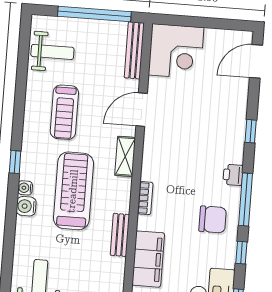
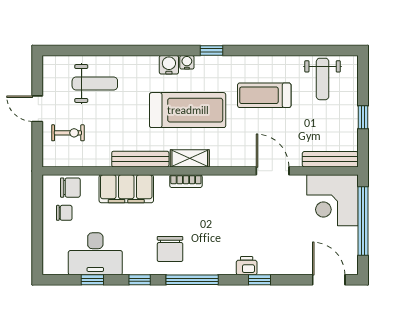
window: (94, 14) -> (363, 117), width x0.32
window: (199, 22) -> (363, 221), added
shelving: (125, 156) -> (190, 158), moved
printer: (233, 175) -> (247, 266), moved
bench: (120, 235) -> (140, 159), width x1.36

